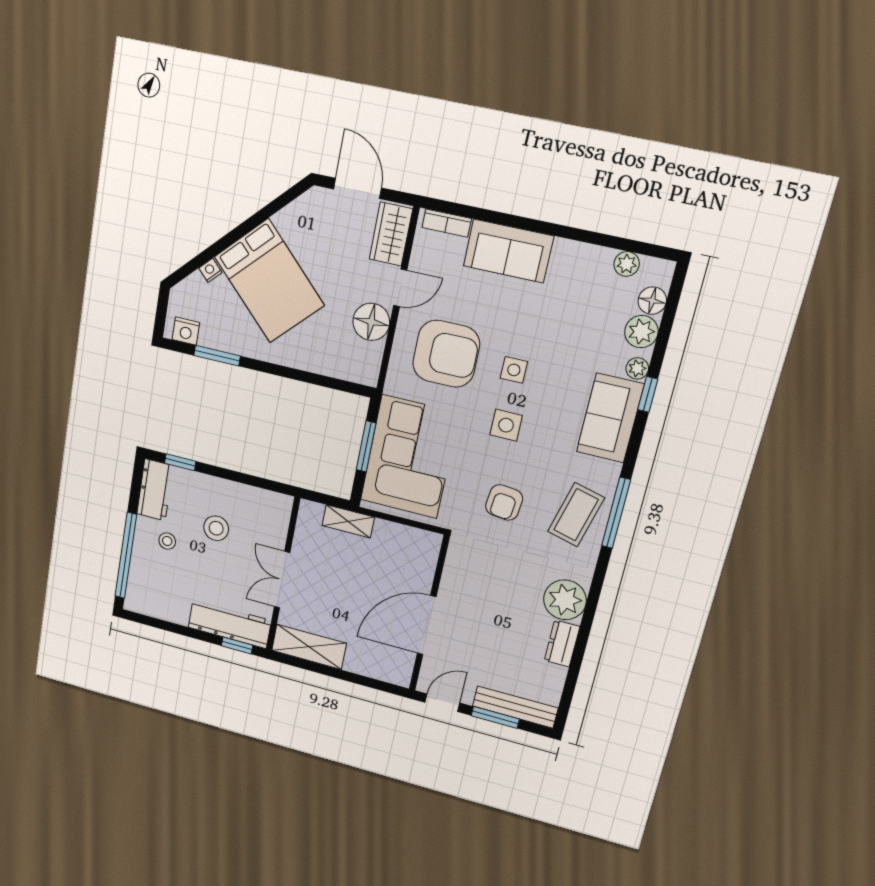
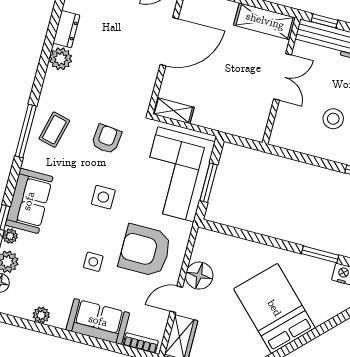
plant: (627, 264) -> (41, 315), moved
nightstand: (210, 270) -> (319, 318), removed
side table: (514, 370) -> (93, 262), moved
coffee table: (576, 515) -> (54, 130), width x0.73, depth x0.77
shelving: (348, 521) -> (173, 111), moved
plant: (565, 600) -> (61, 59), width x0.73, depth x0.73

